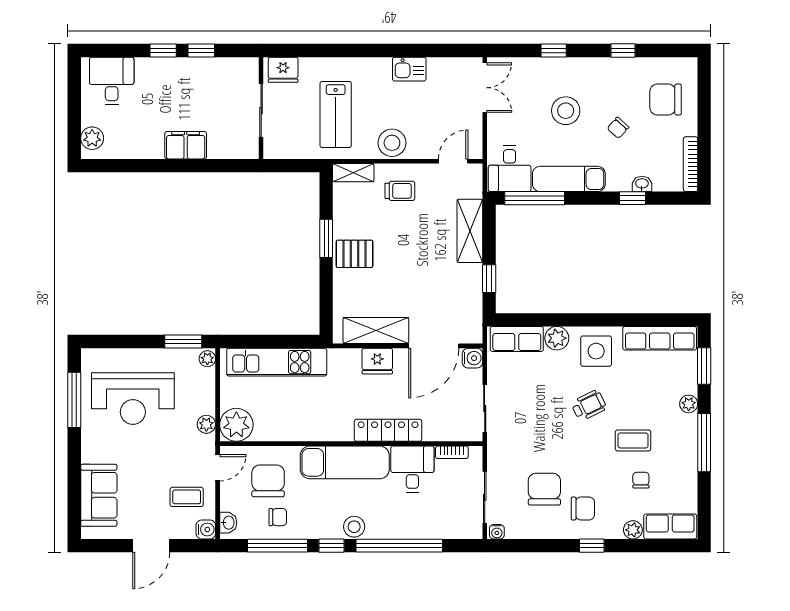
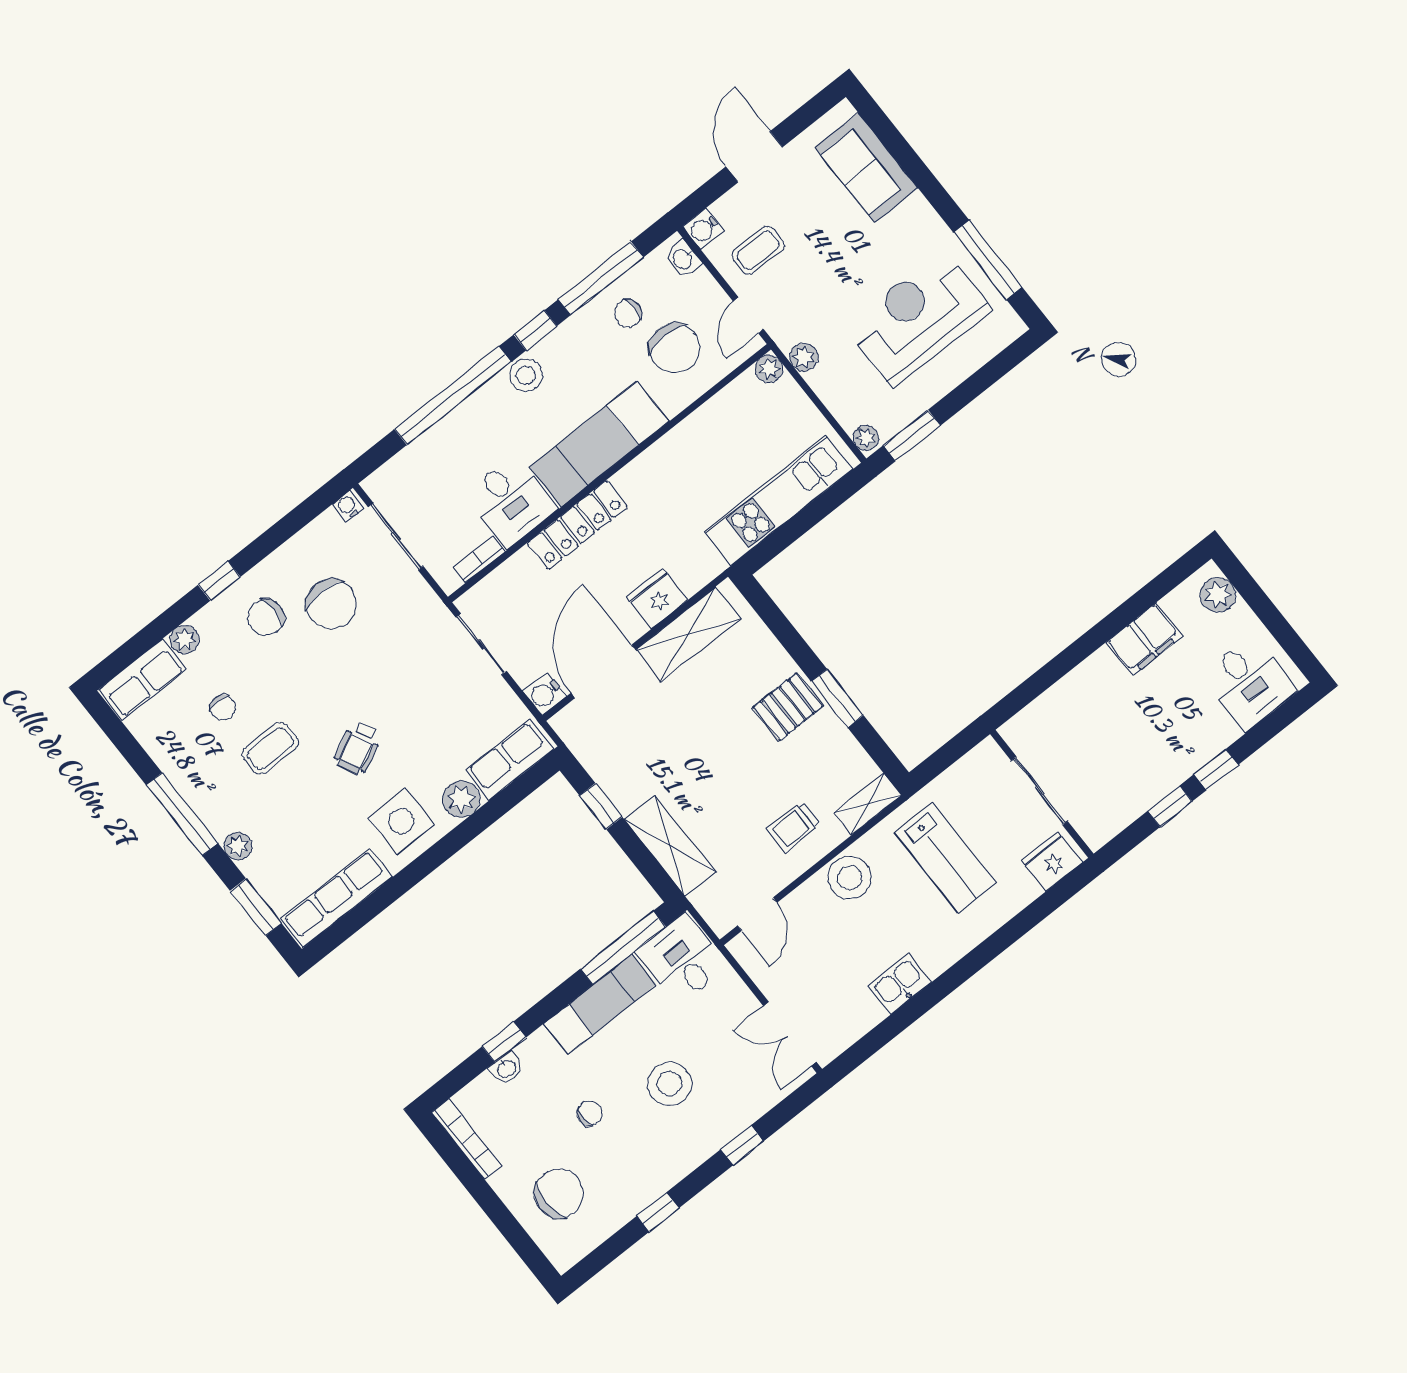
lab bench: (336, 114) -> (945, 858), turned 180
chair: (618, 128) -> (589, 1113), turned 48
filing cabinet: (186, 145) -> (1144, 639), moved
plant: (236, 425) -> (769, 369), width x0.53, depth x0.53

